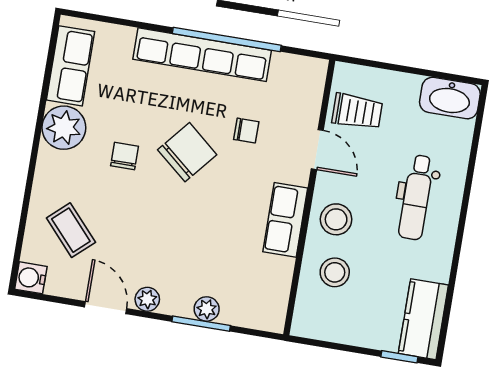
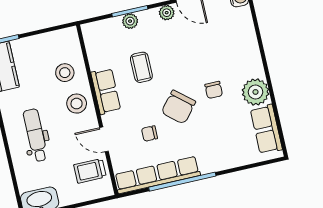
row of seats: (202, 55) -> (157, 175), moved
coffee table: (71, 230) -> (141, 67), moved, turned 42

